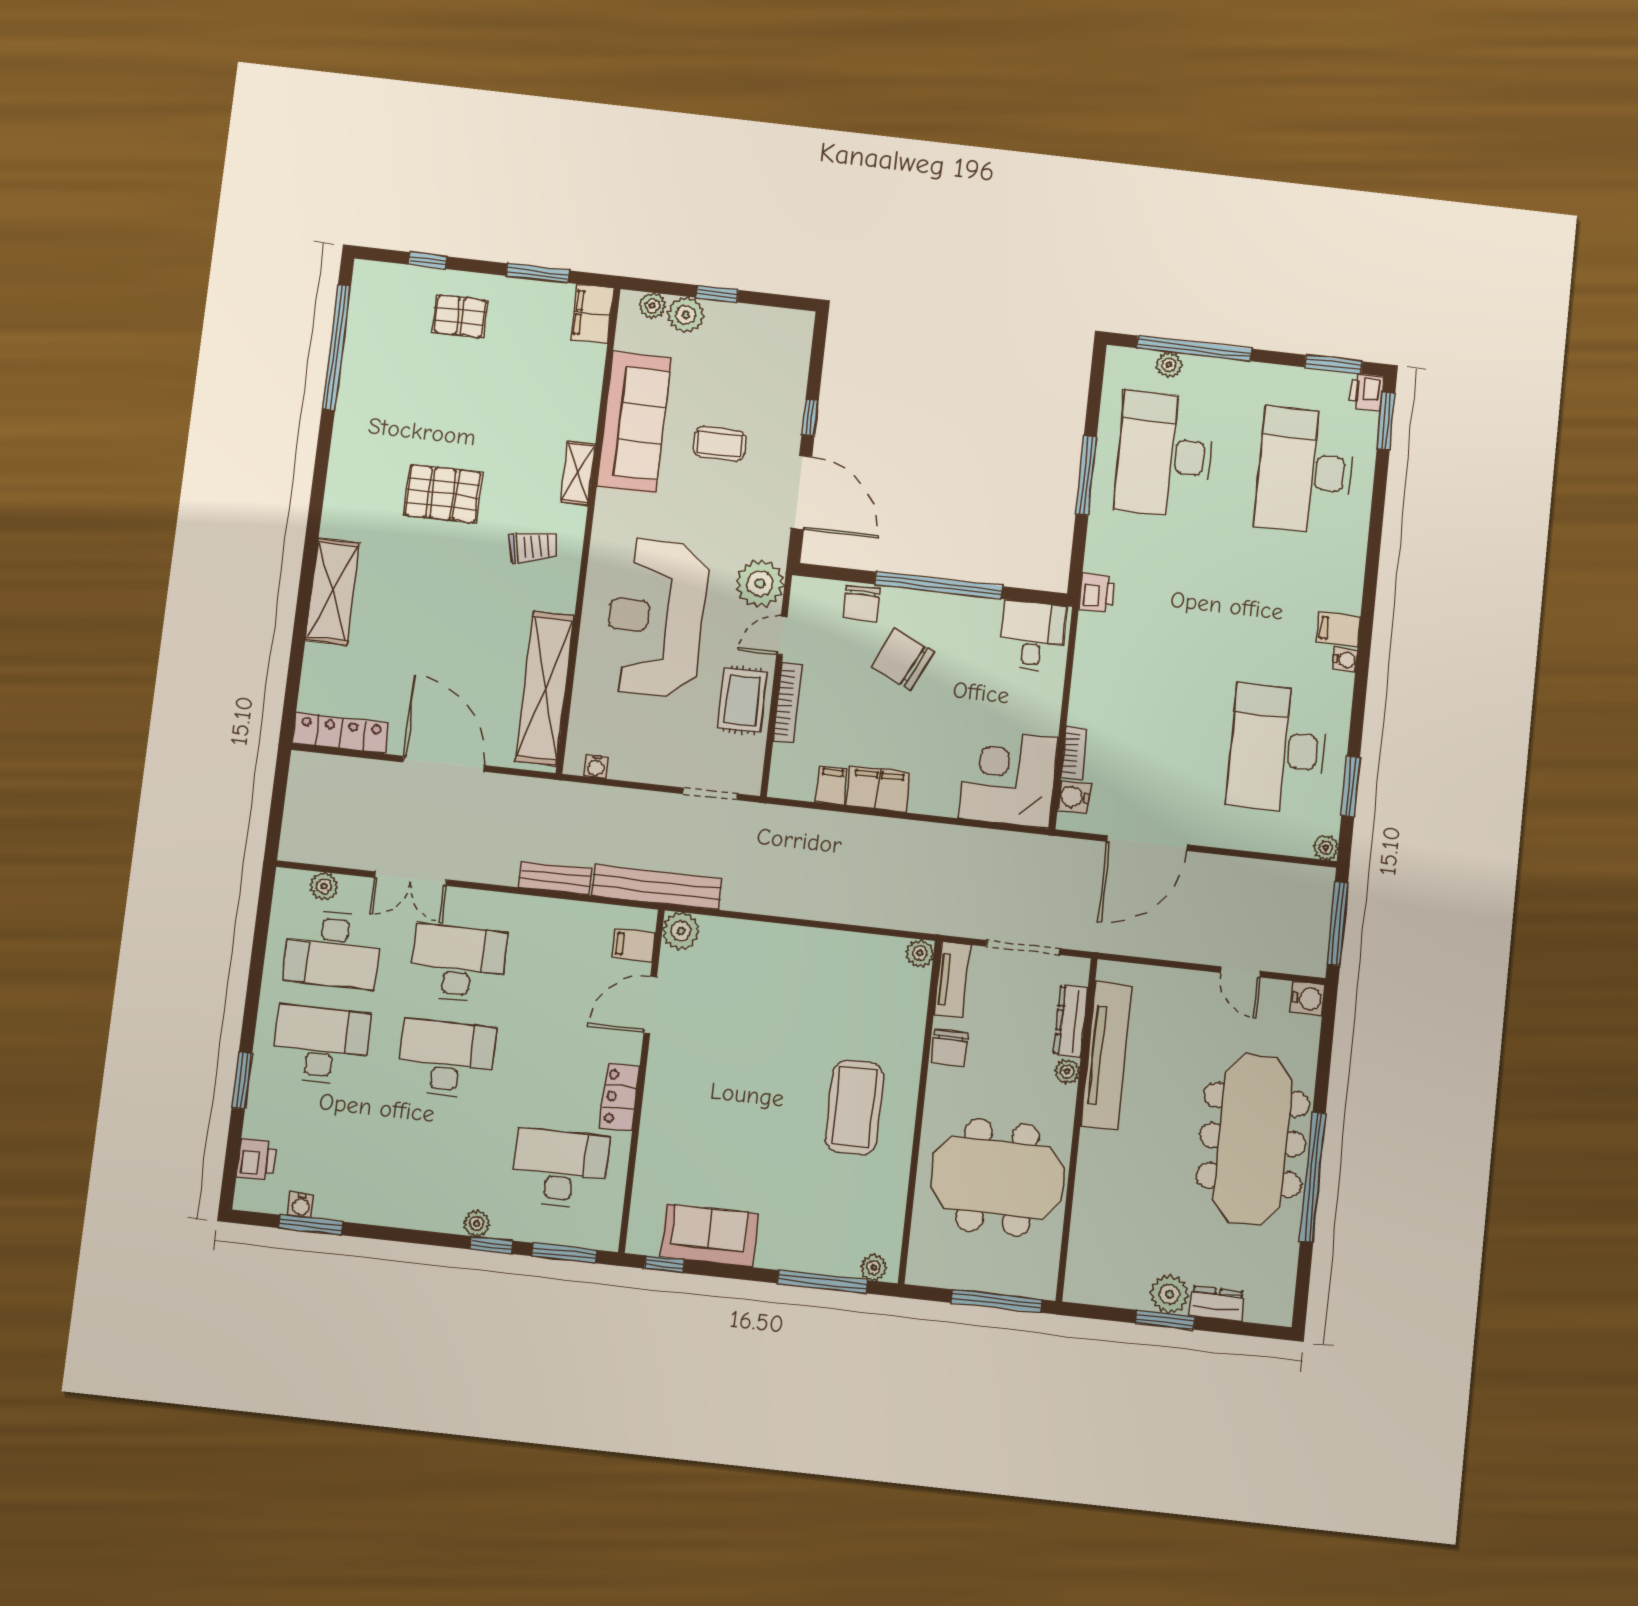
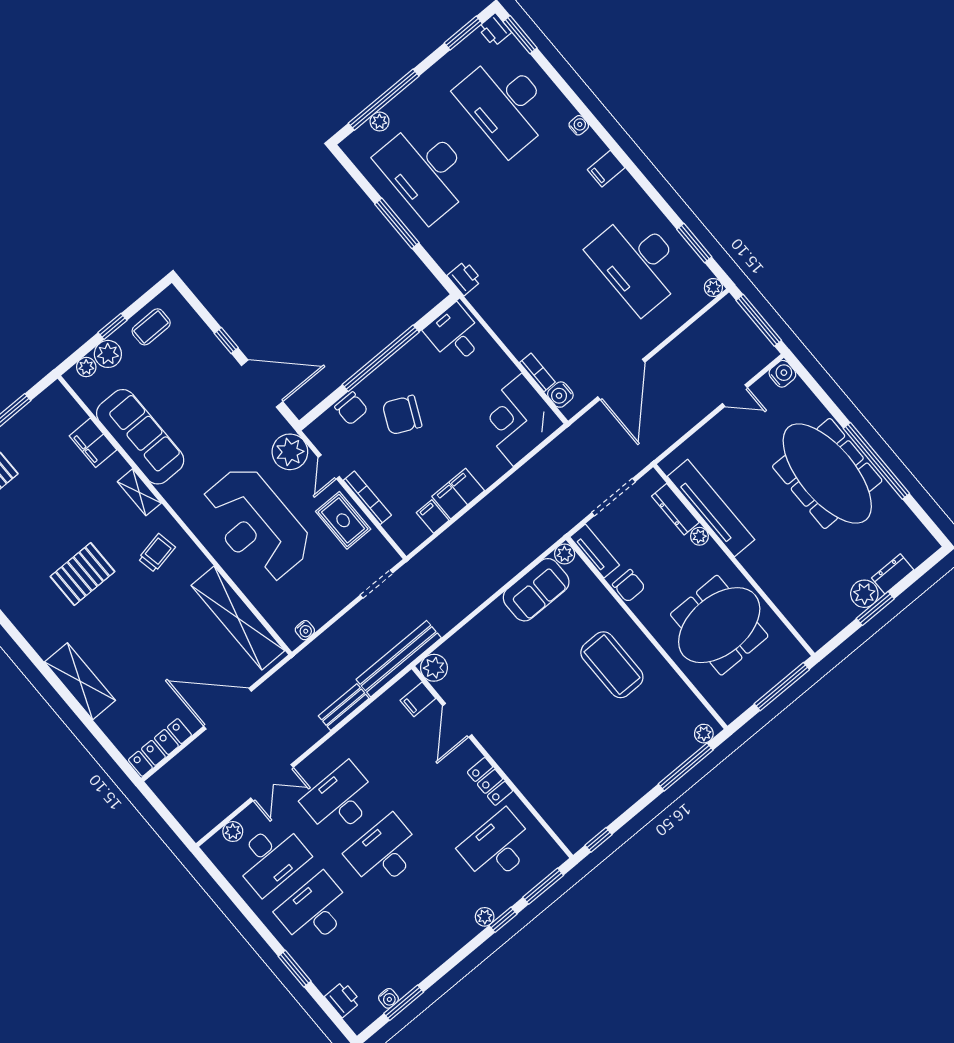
filing cabinet: (592, 314) -> (93, 443), moved
coffee table: (720, 444) -> (151, 327), moved
water cooler: (1345, 660) -> (579, 125), moved
sofa: (709, 1235) -> (536, 590), moved, turned 180

